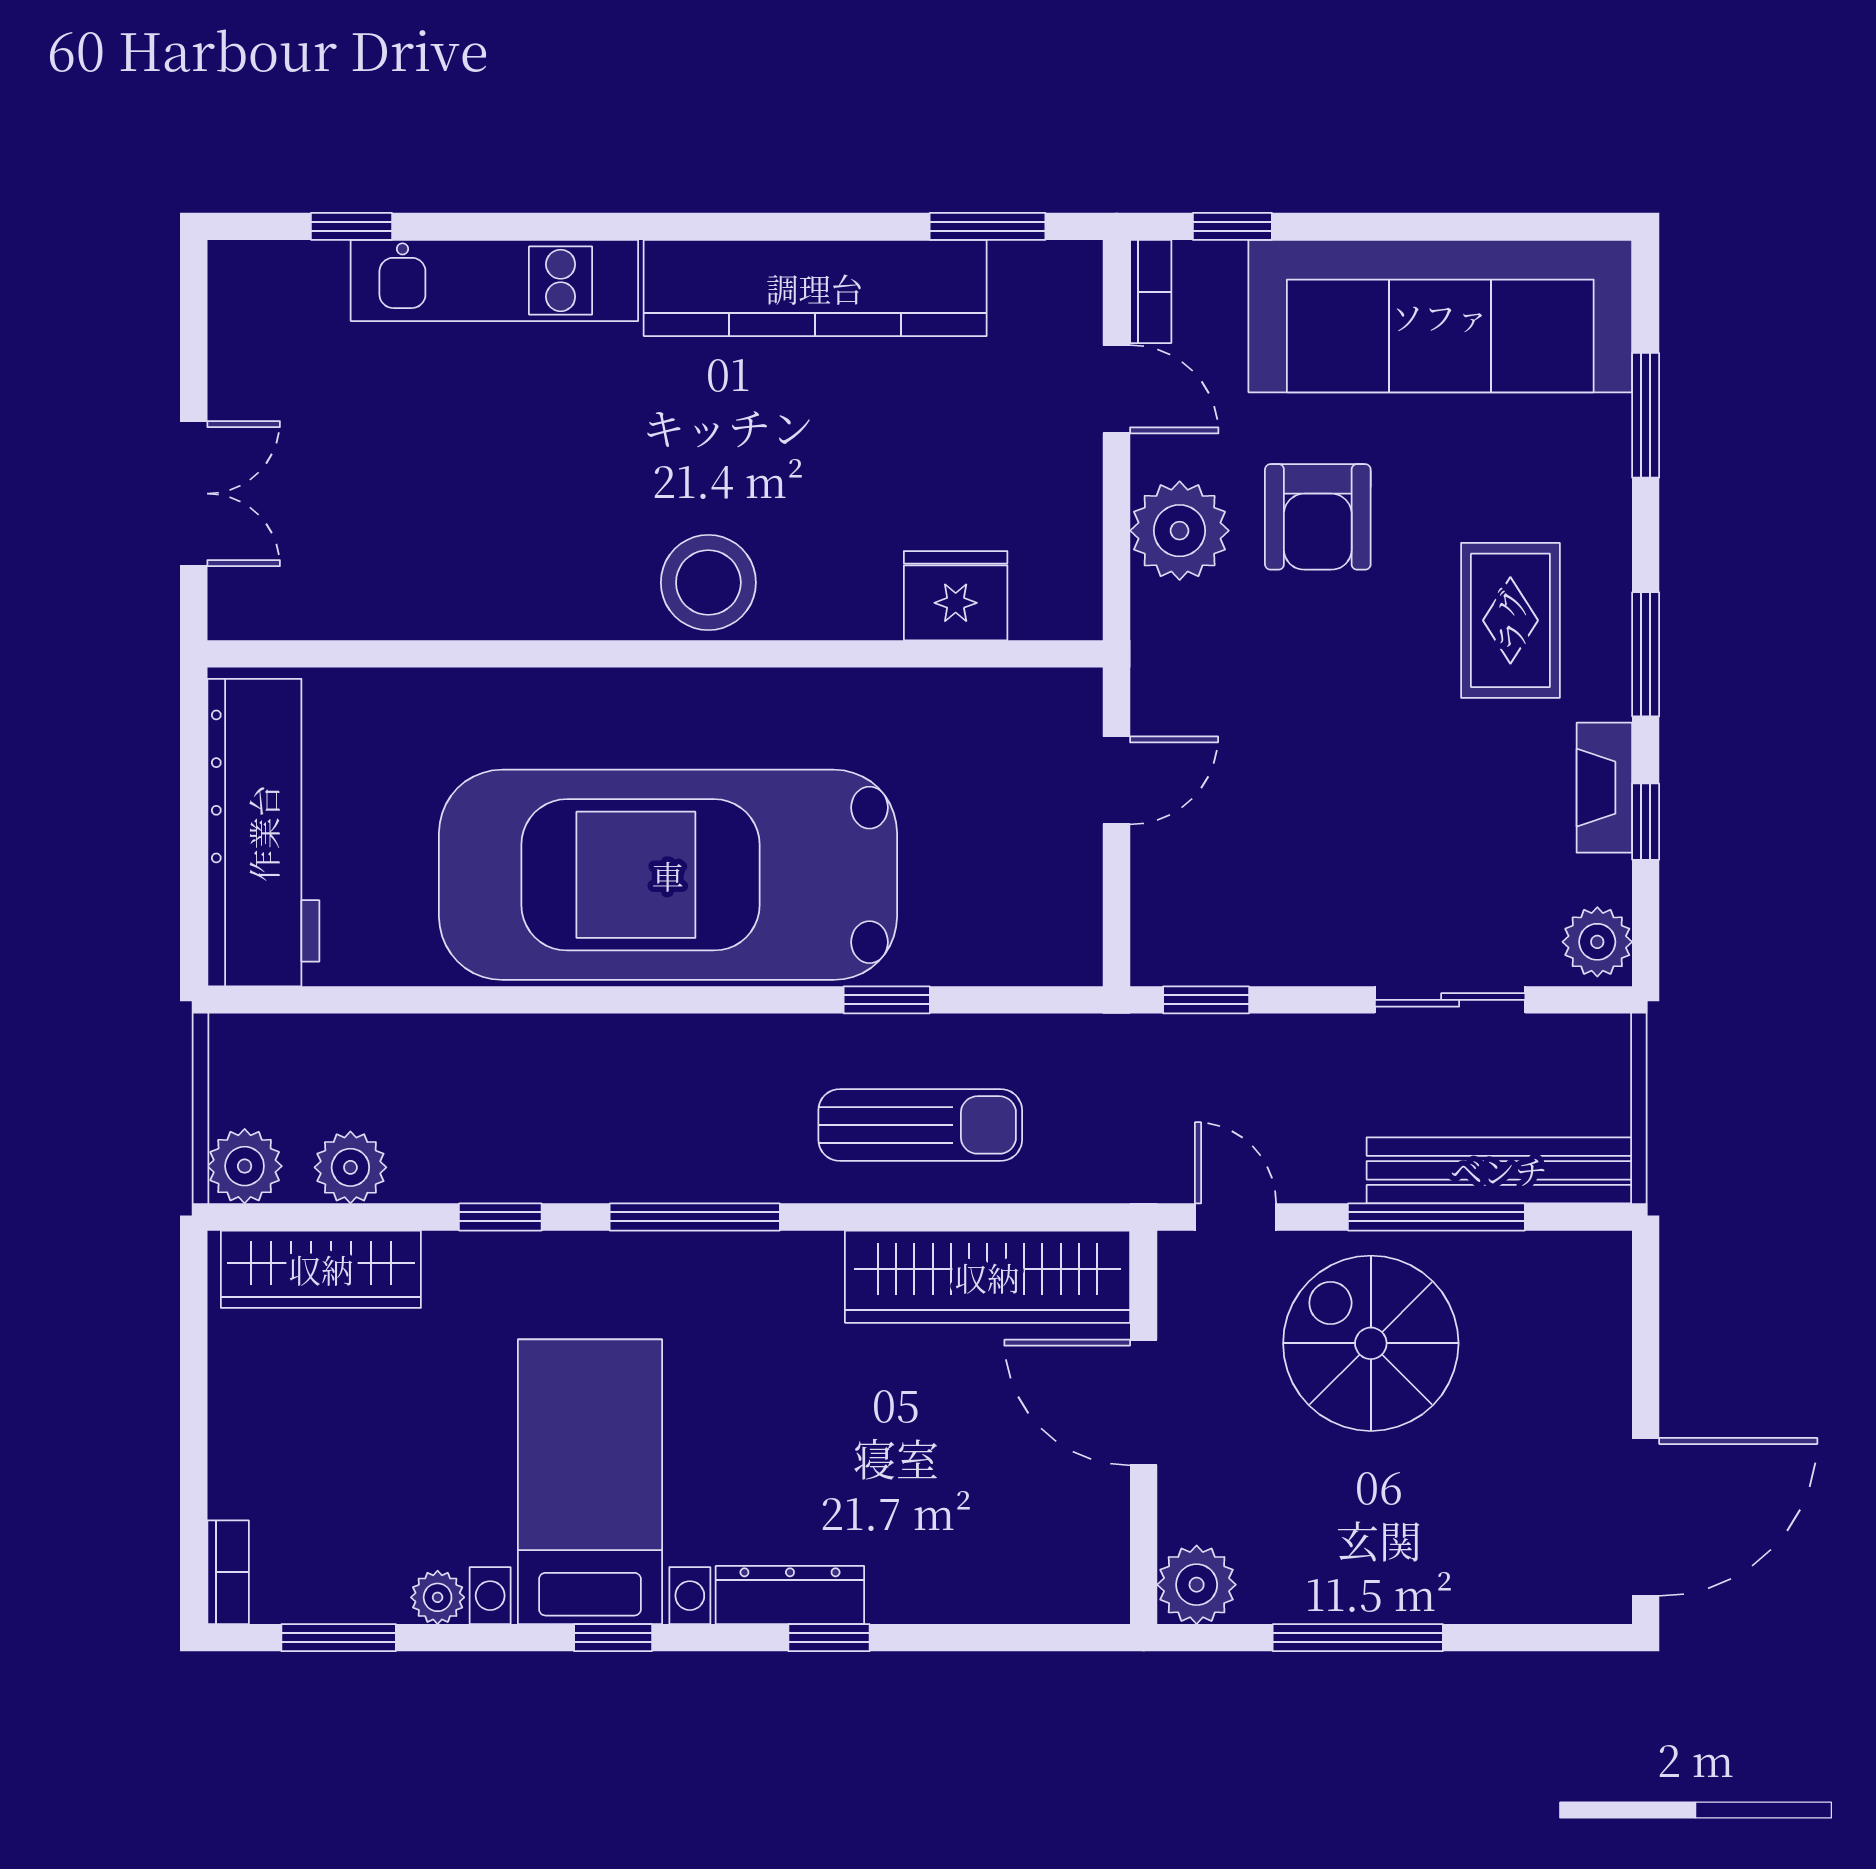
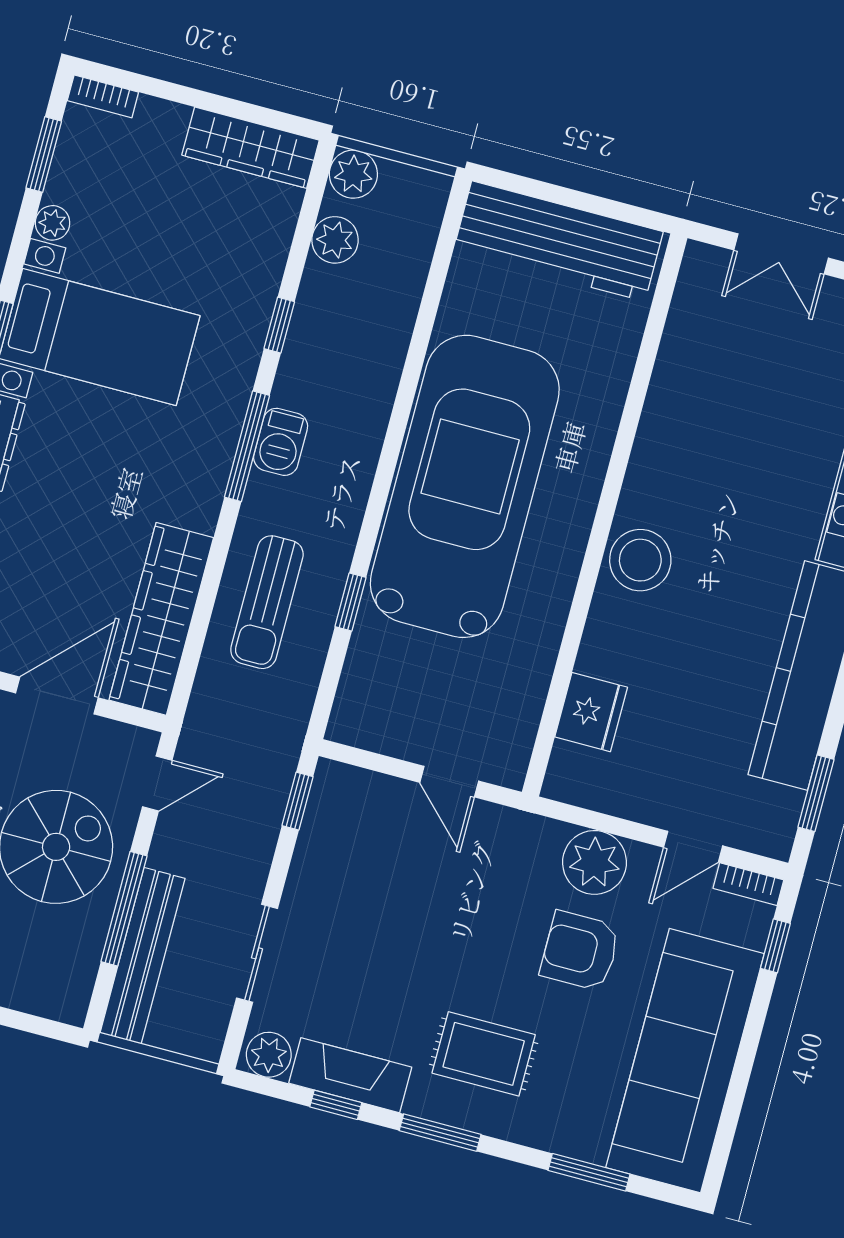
fireplace: (1604, 788) -> (350, 1075), width x1.37, depth x1.32
barbecue: (675, 1168) -> (281, 442), added
wardrobe: (321, 1269) -> (251, 148), moved, turned -90

